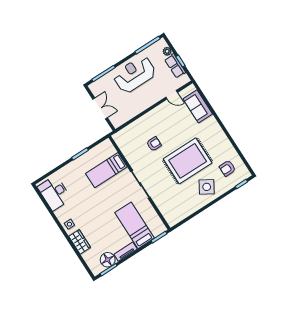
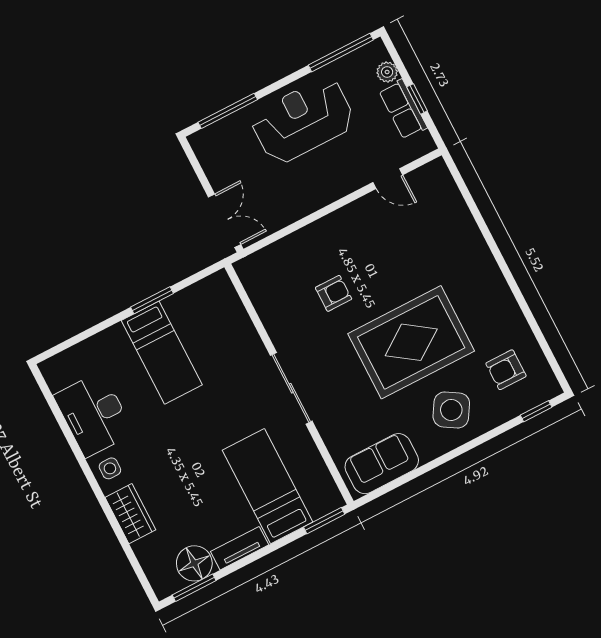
sofa: (198, 106) -> (382, 464), moved, turned 90
double door: (100, 108) -> (225, 221), moved
bed: (106, 170) -> (162, 353), moved, turned -90
desk: (54, 193) -> (94, 414), moved

